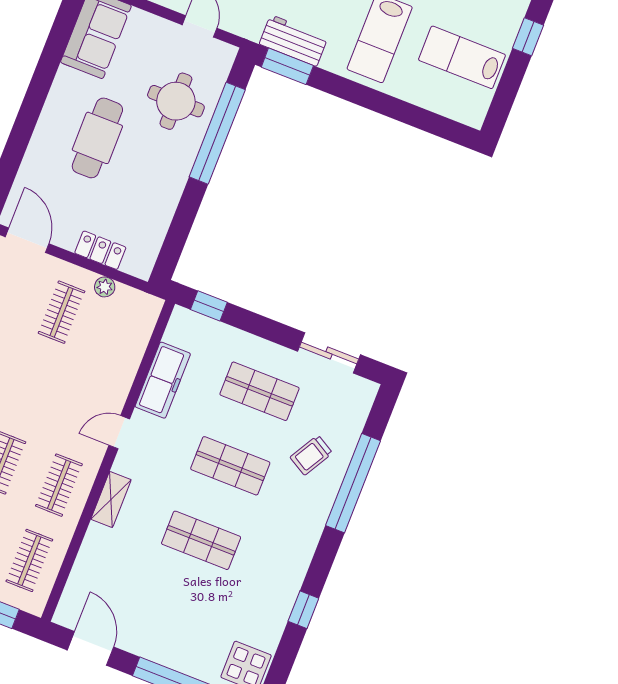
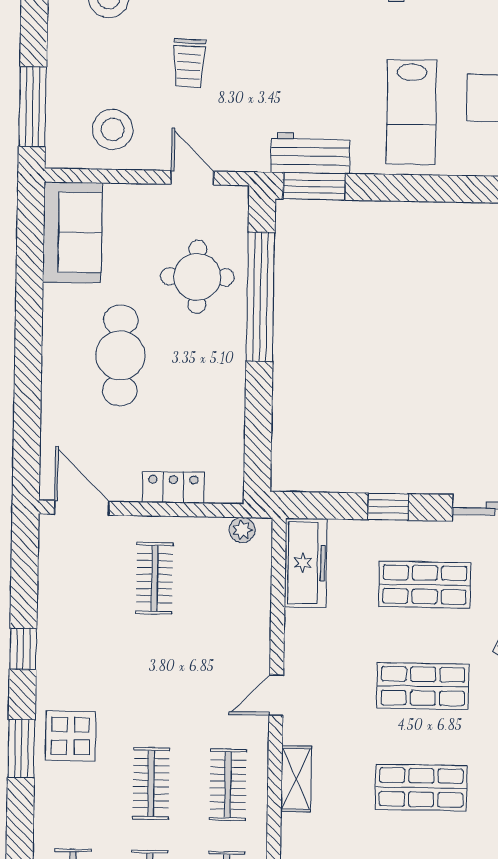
plant: (105, 287) -> (242, 530), moved
window: (209, 306) -> (388, 507), moved
freezer: (163, 380) -> (306, 563), moved

